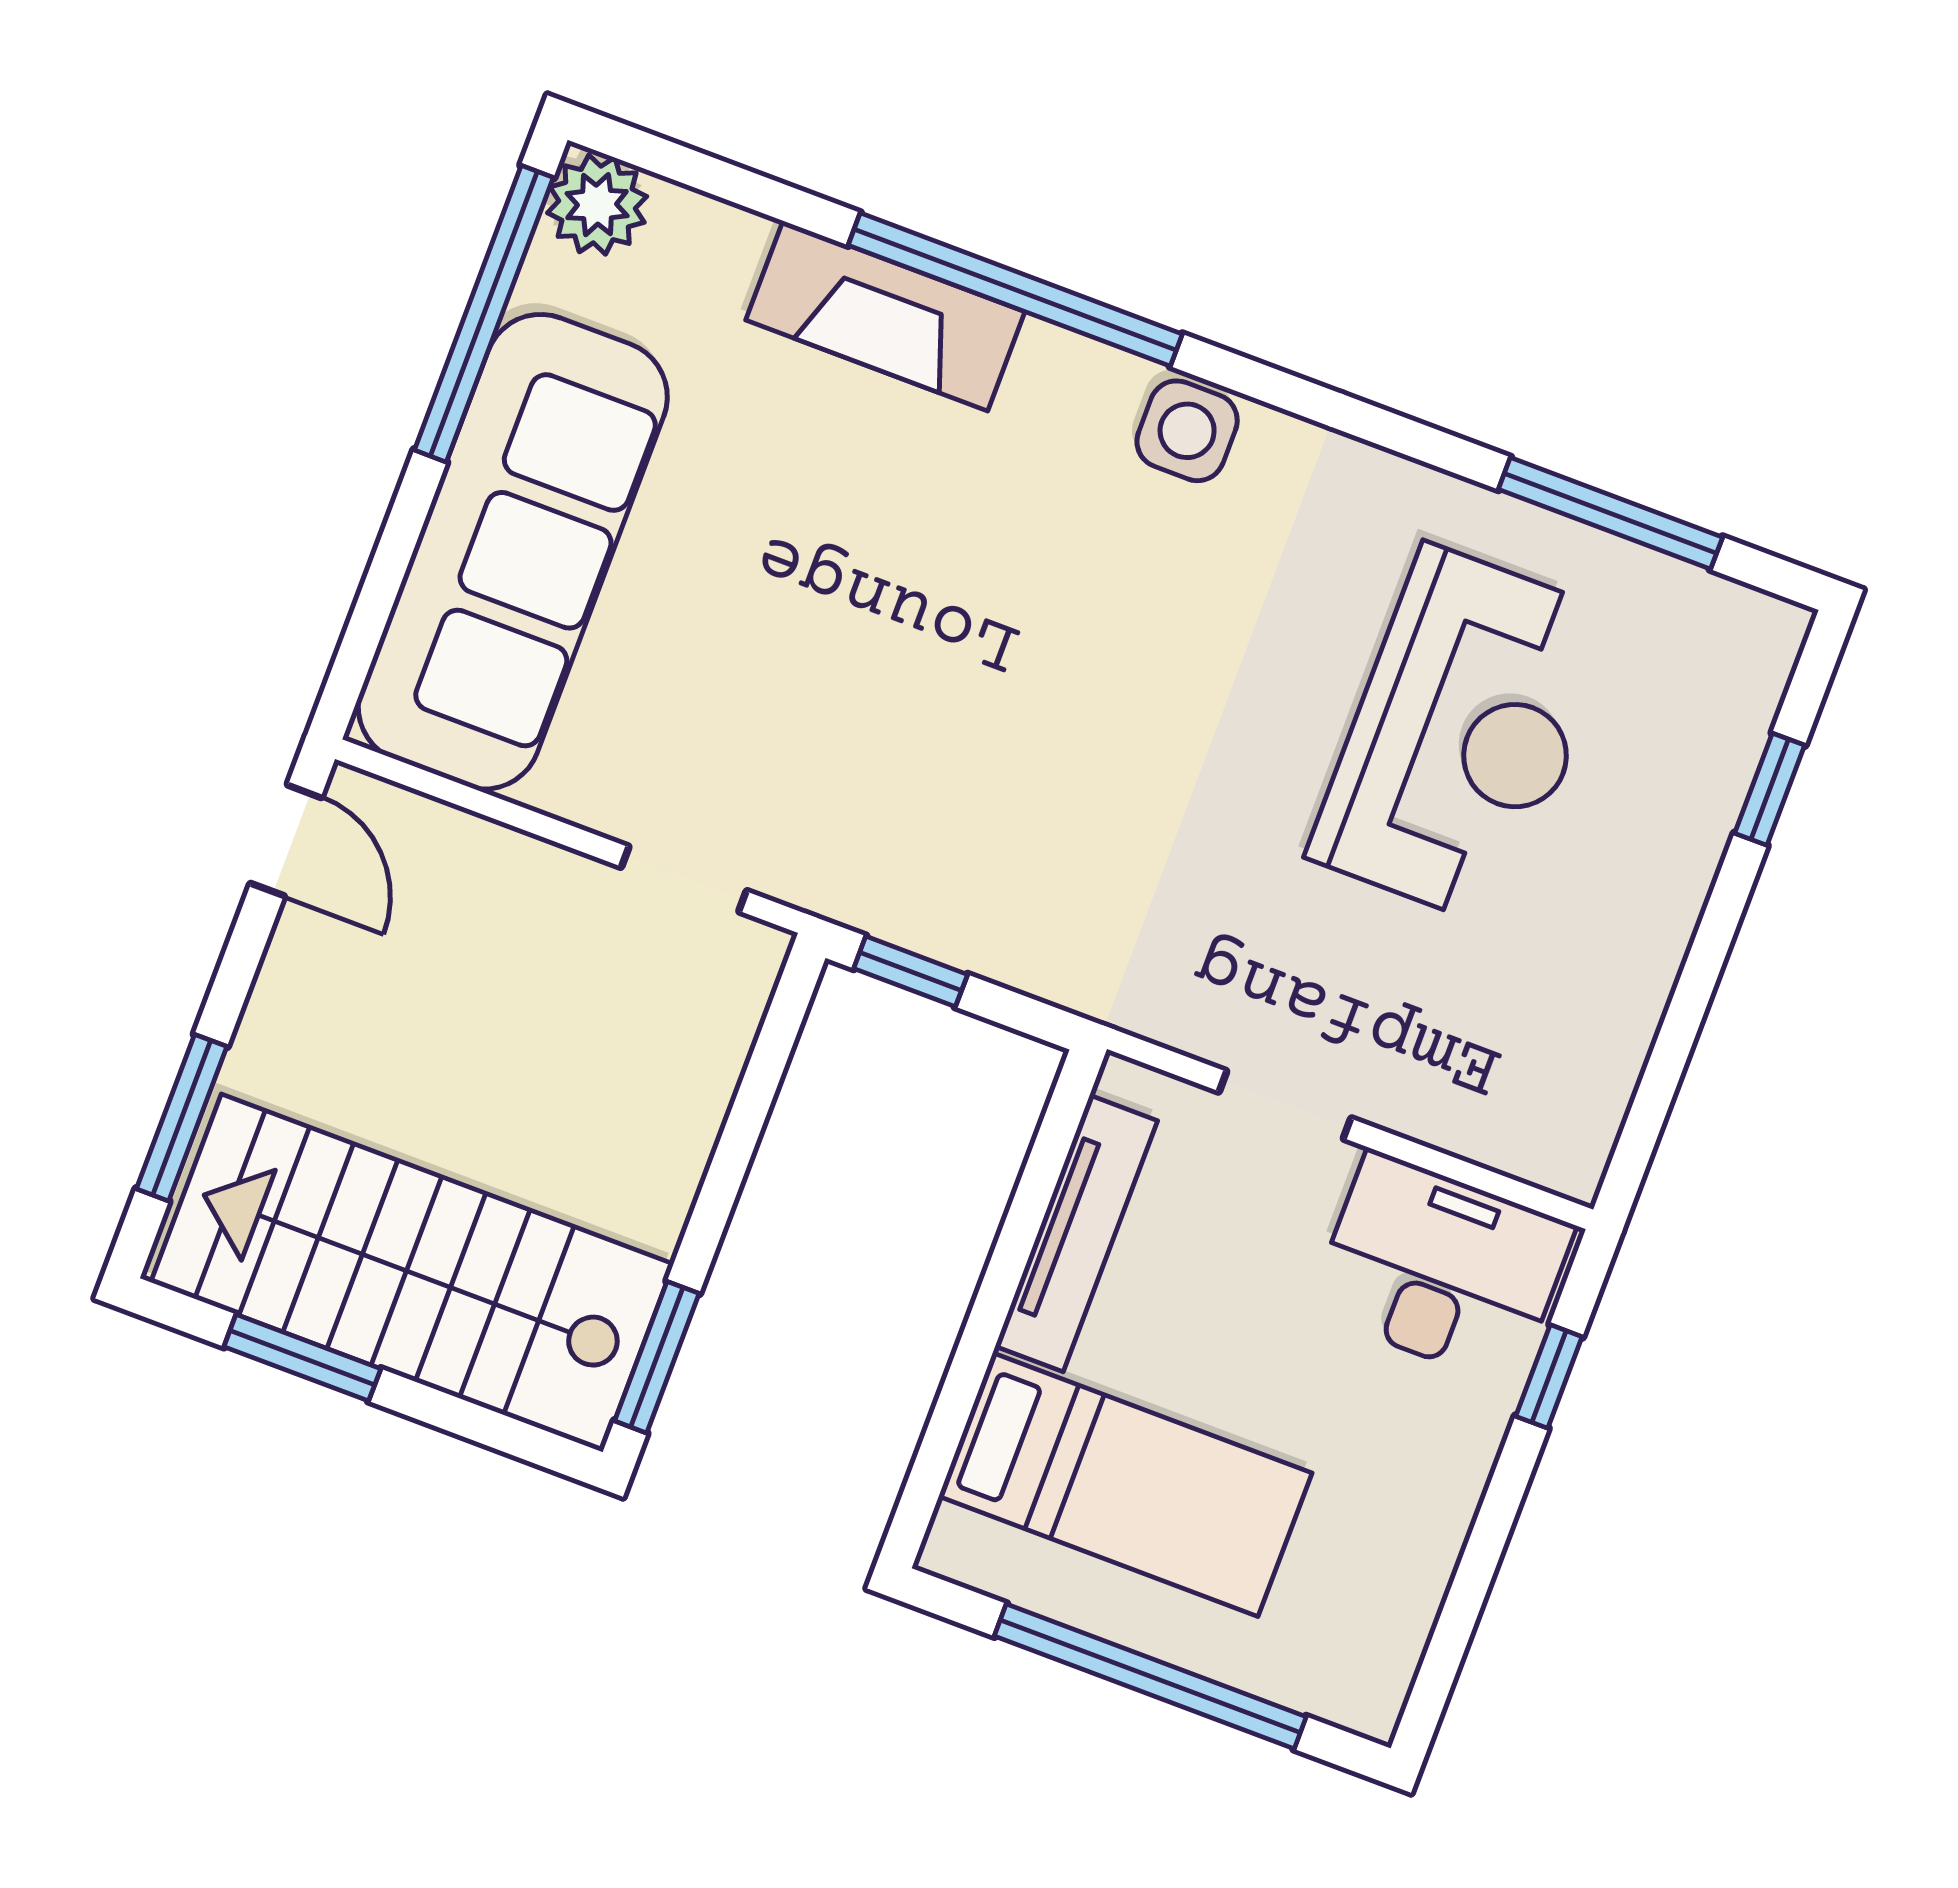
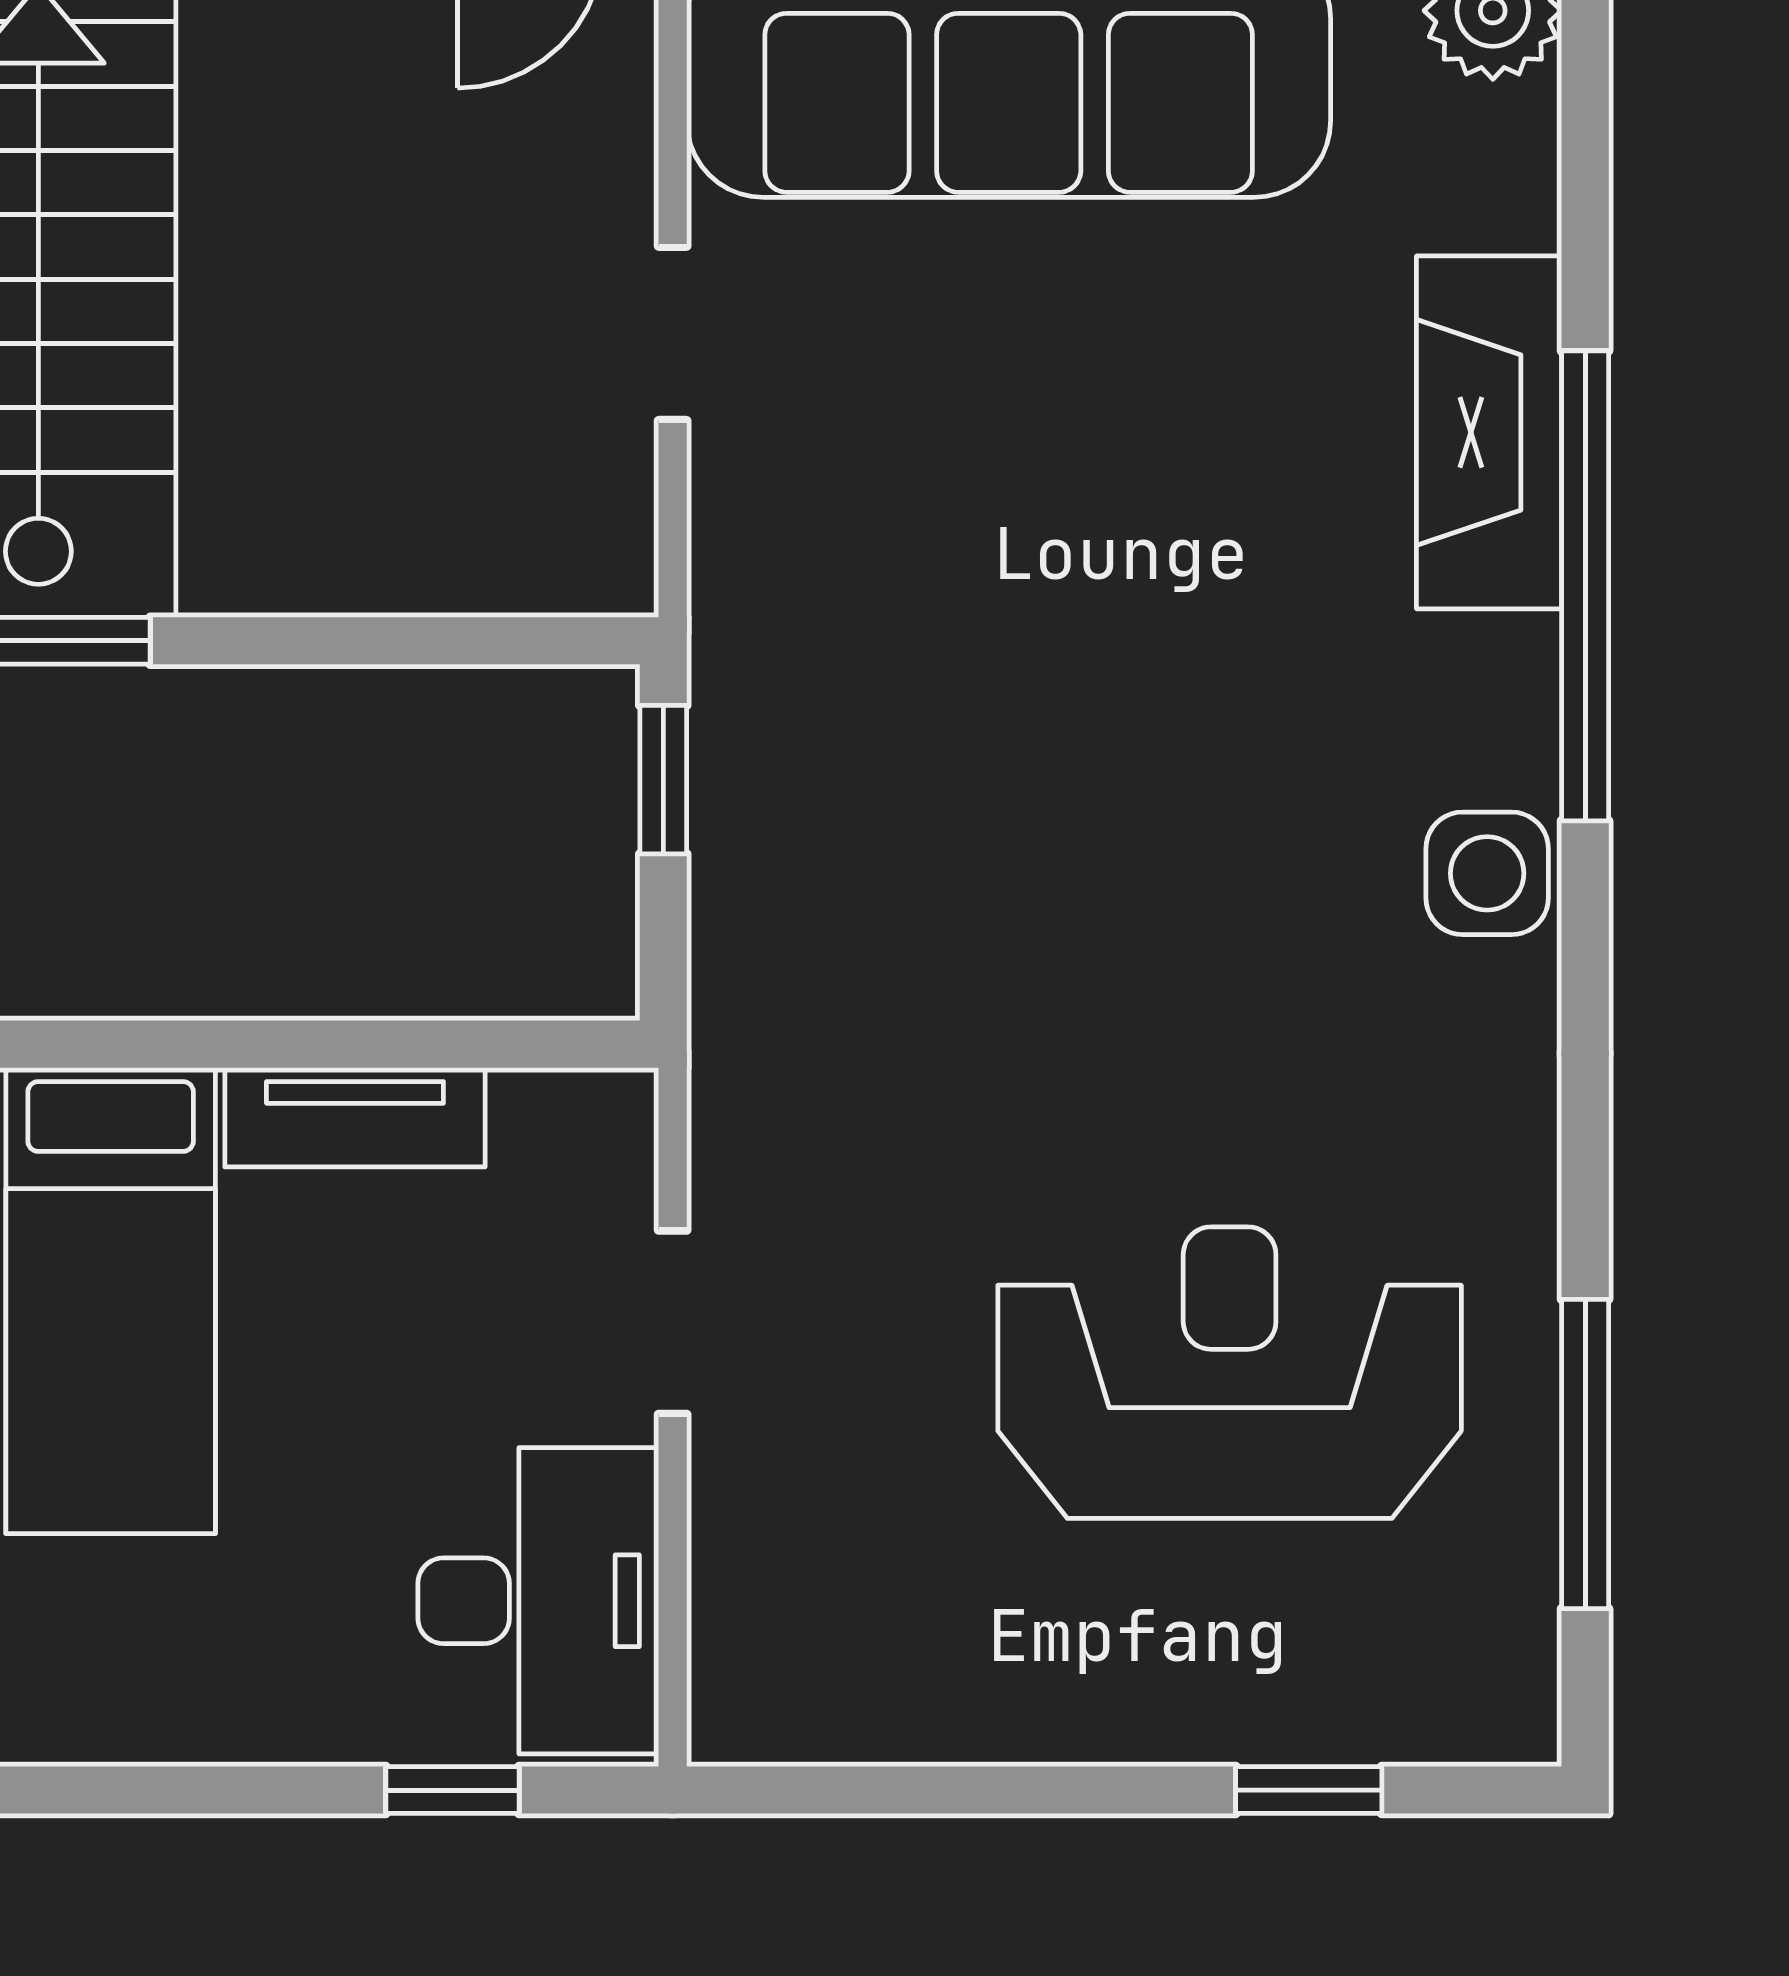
reception desk: (1463, 736) -> (1230, 1373), turned 180
doorway: (684, 879) -> (673, 333), moved
tv unit: (1076, 1233) -> (355, 1117), width x0.71

